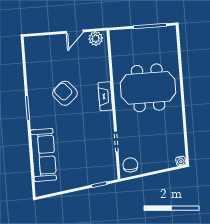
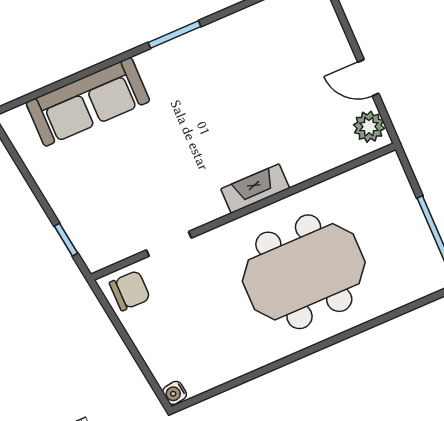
meeting table: (148, 88) -> (304, 272), turned 90
armchair: (65, 93) -> (232, 102), removed

